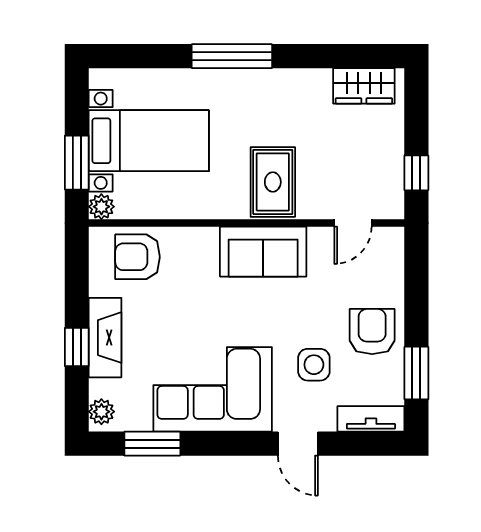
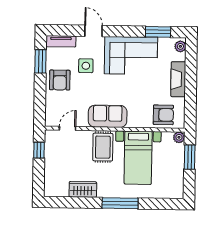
wardrobe: (364, 86) -> (83, 189), moved
bed with nightstands: (149, 141) -> (138, 158), moved, turned -90
window: (77, 347) -> (191, 75), removed

